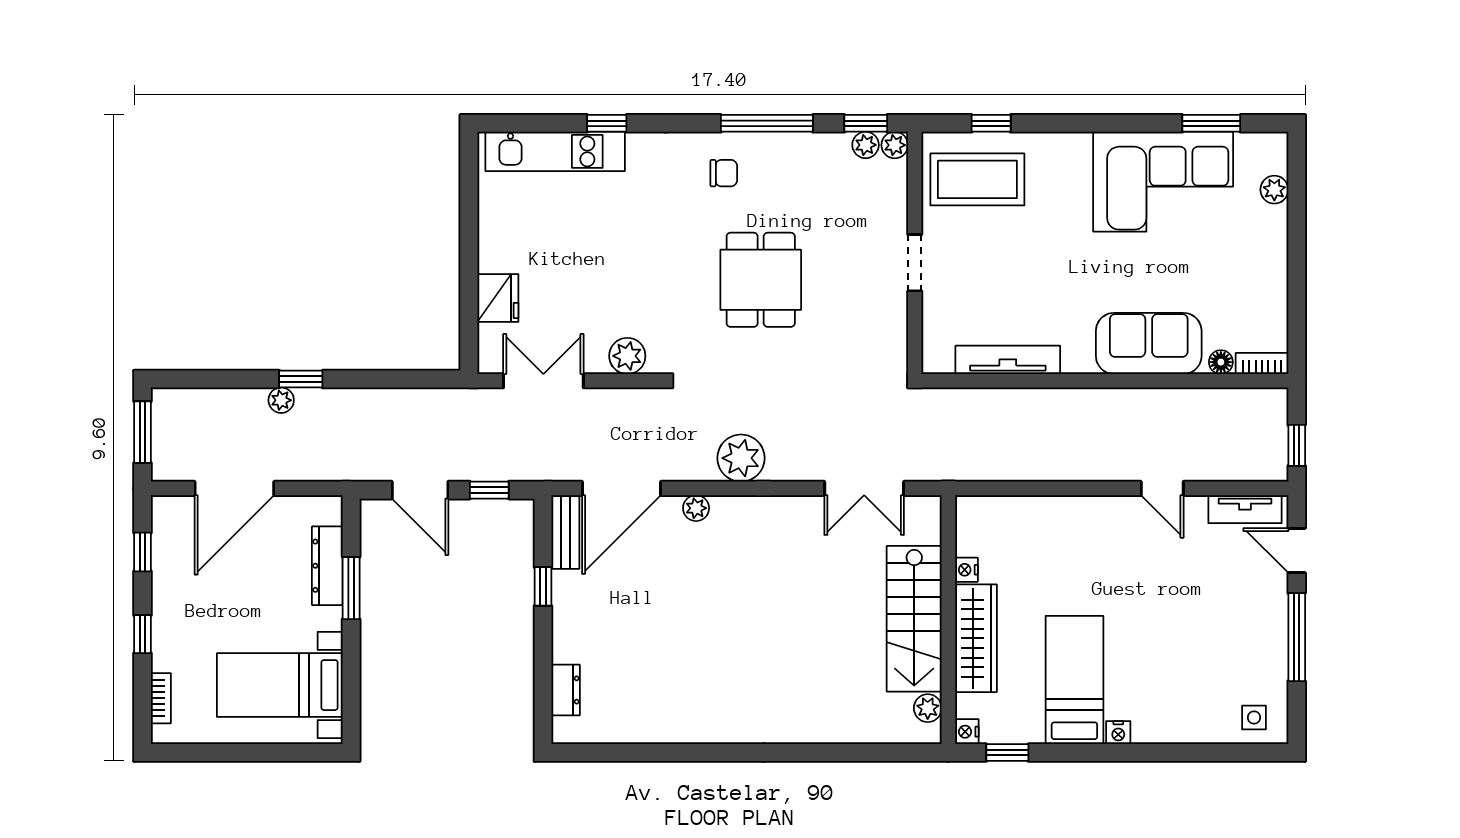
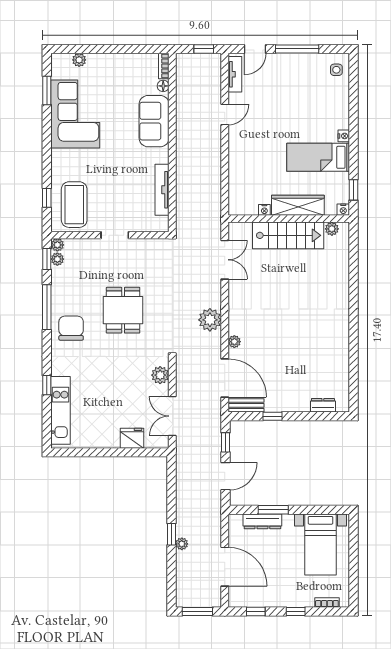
chair: (724, 173) -> (71, 328), width x1.87, depth x1.87
dining table: (761, 280) -> (123, 310), turned 90

